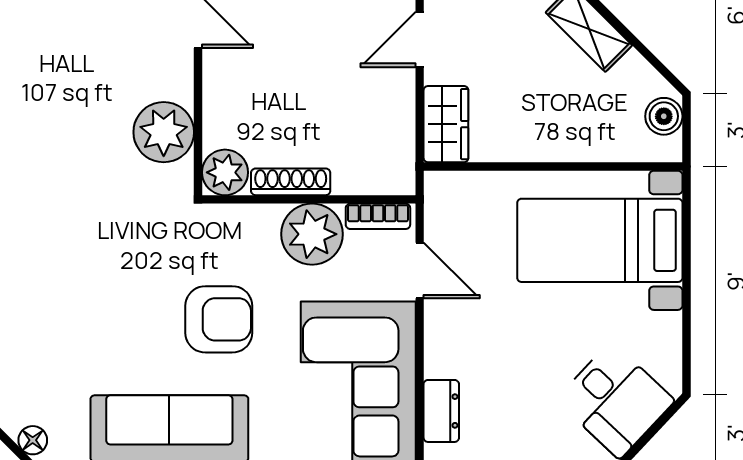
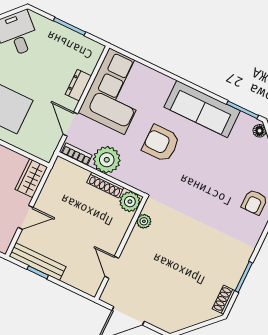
plant: (164, 132) -> (144, 221), width x0.53, depth x0.53
dresser: (441, 411) -> (78, 85), moved

